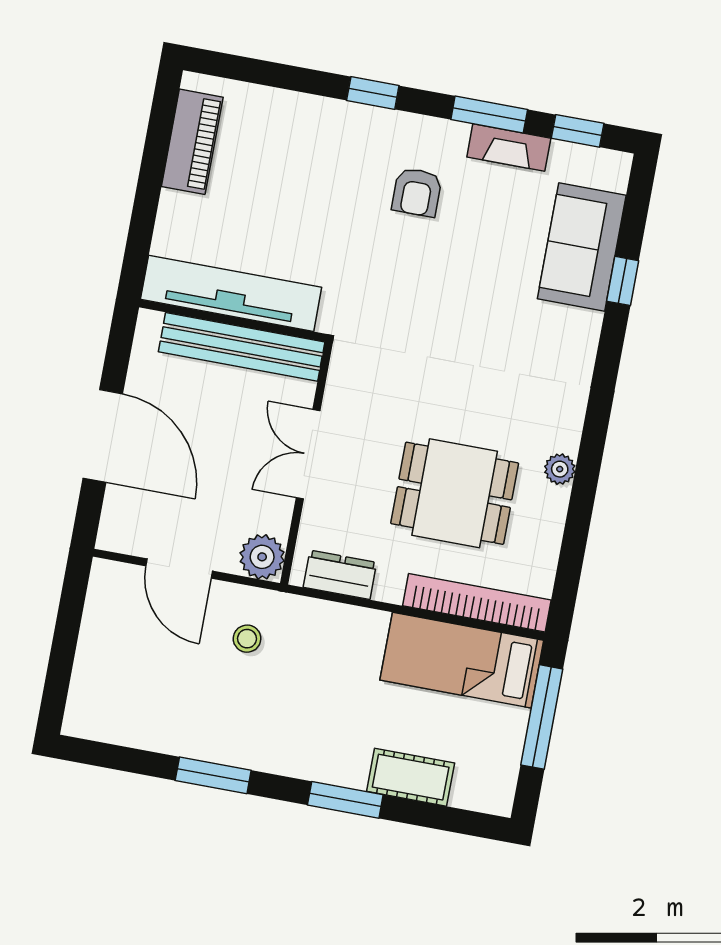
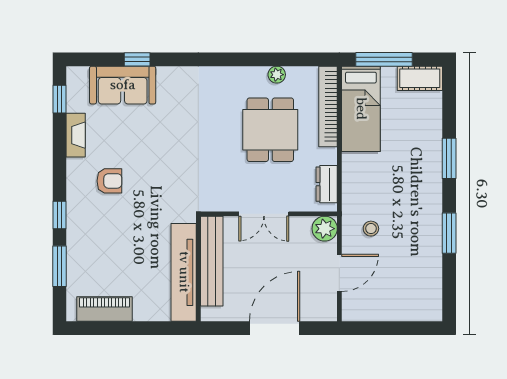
window: (489, 114) -> (59, 266), moved
plant: (560, 469) -> (277, 75), moved
cot: (411, 777) -> (420, 78), moved, turned 90

